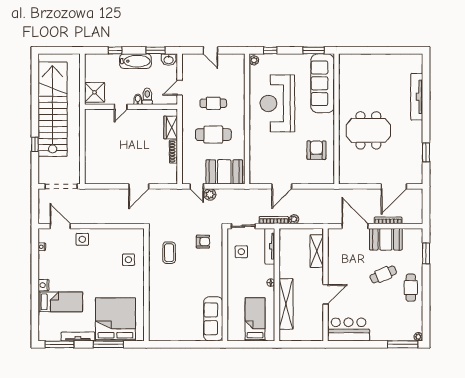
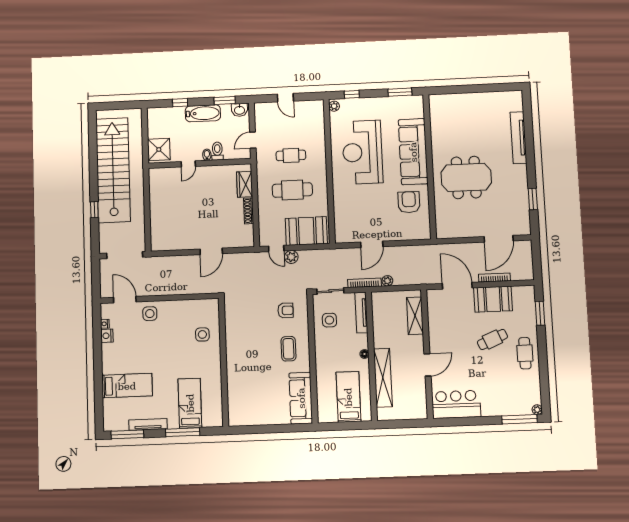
sofa: (323, 83) -> (413, 152), moved
coffee table: (169, 253) -> (288, 349), moved
nightstand: (43, 285) -> (107, 336), moved
bed: (115, 319) -> (190, 403), width x0.49

